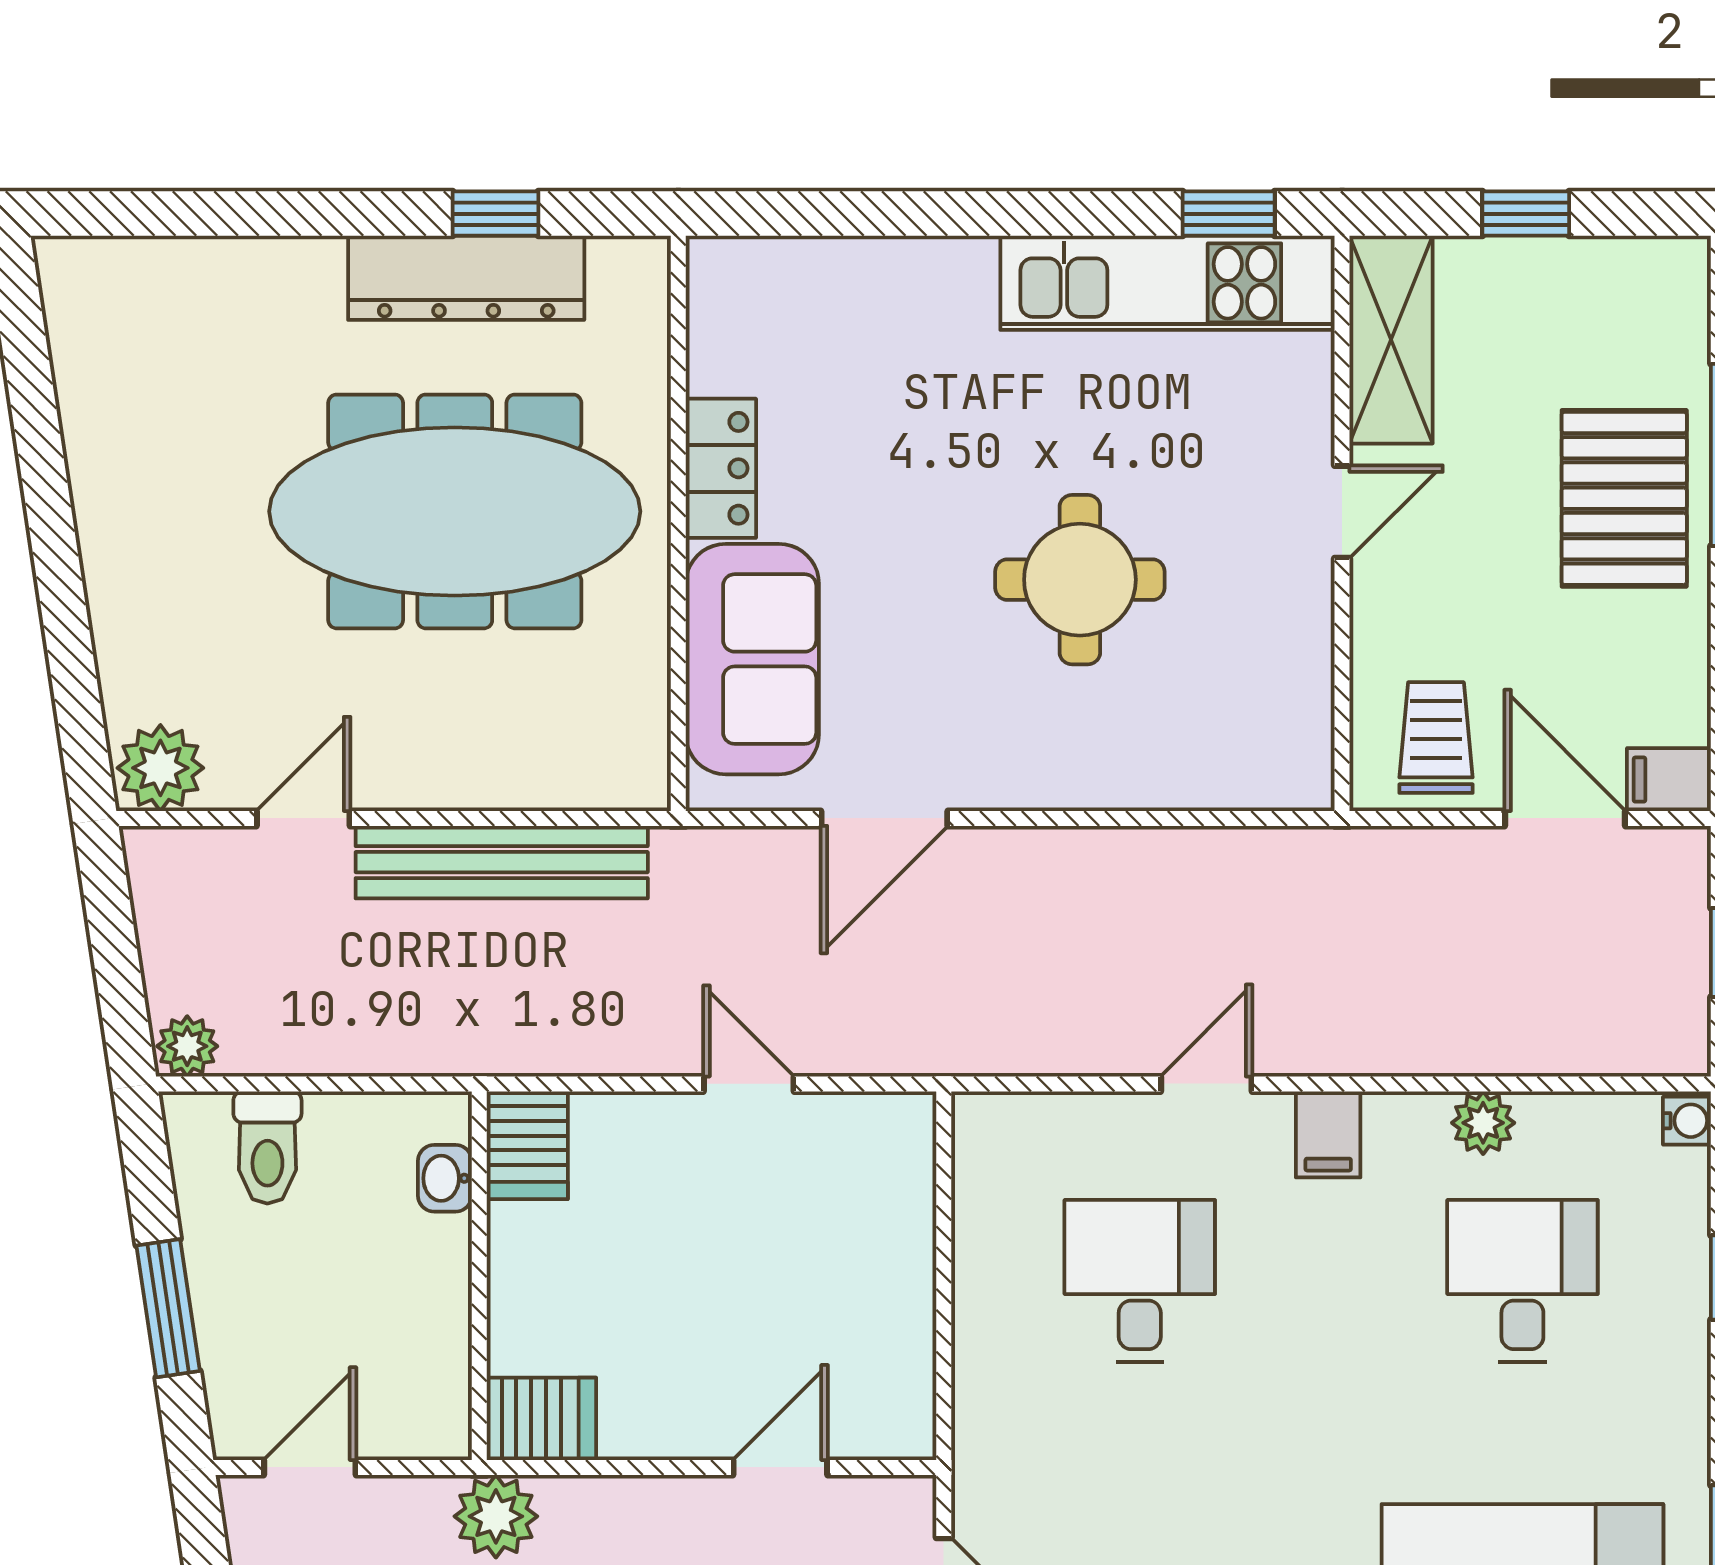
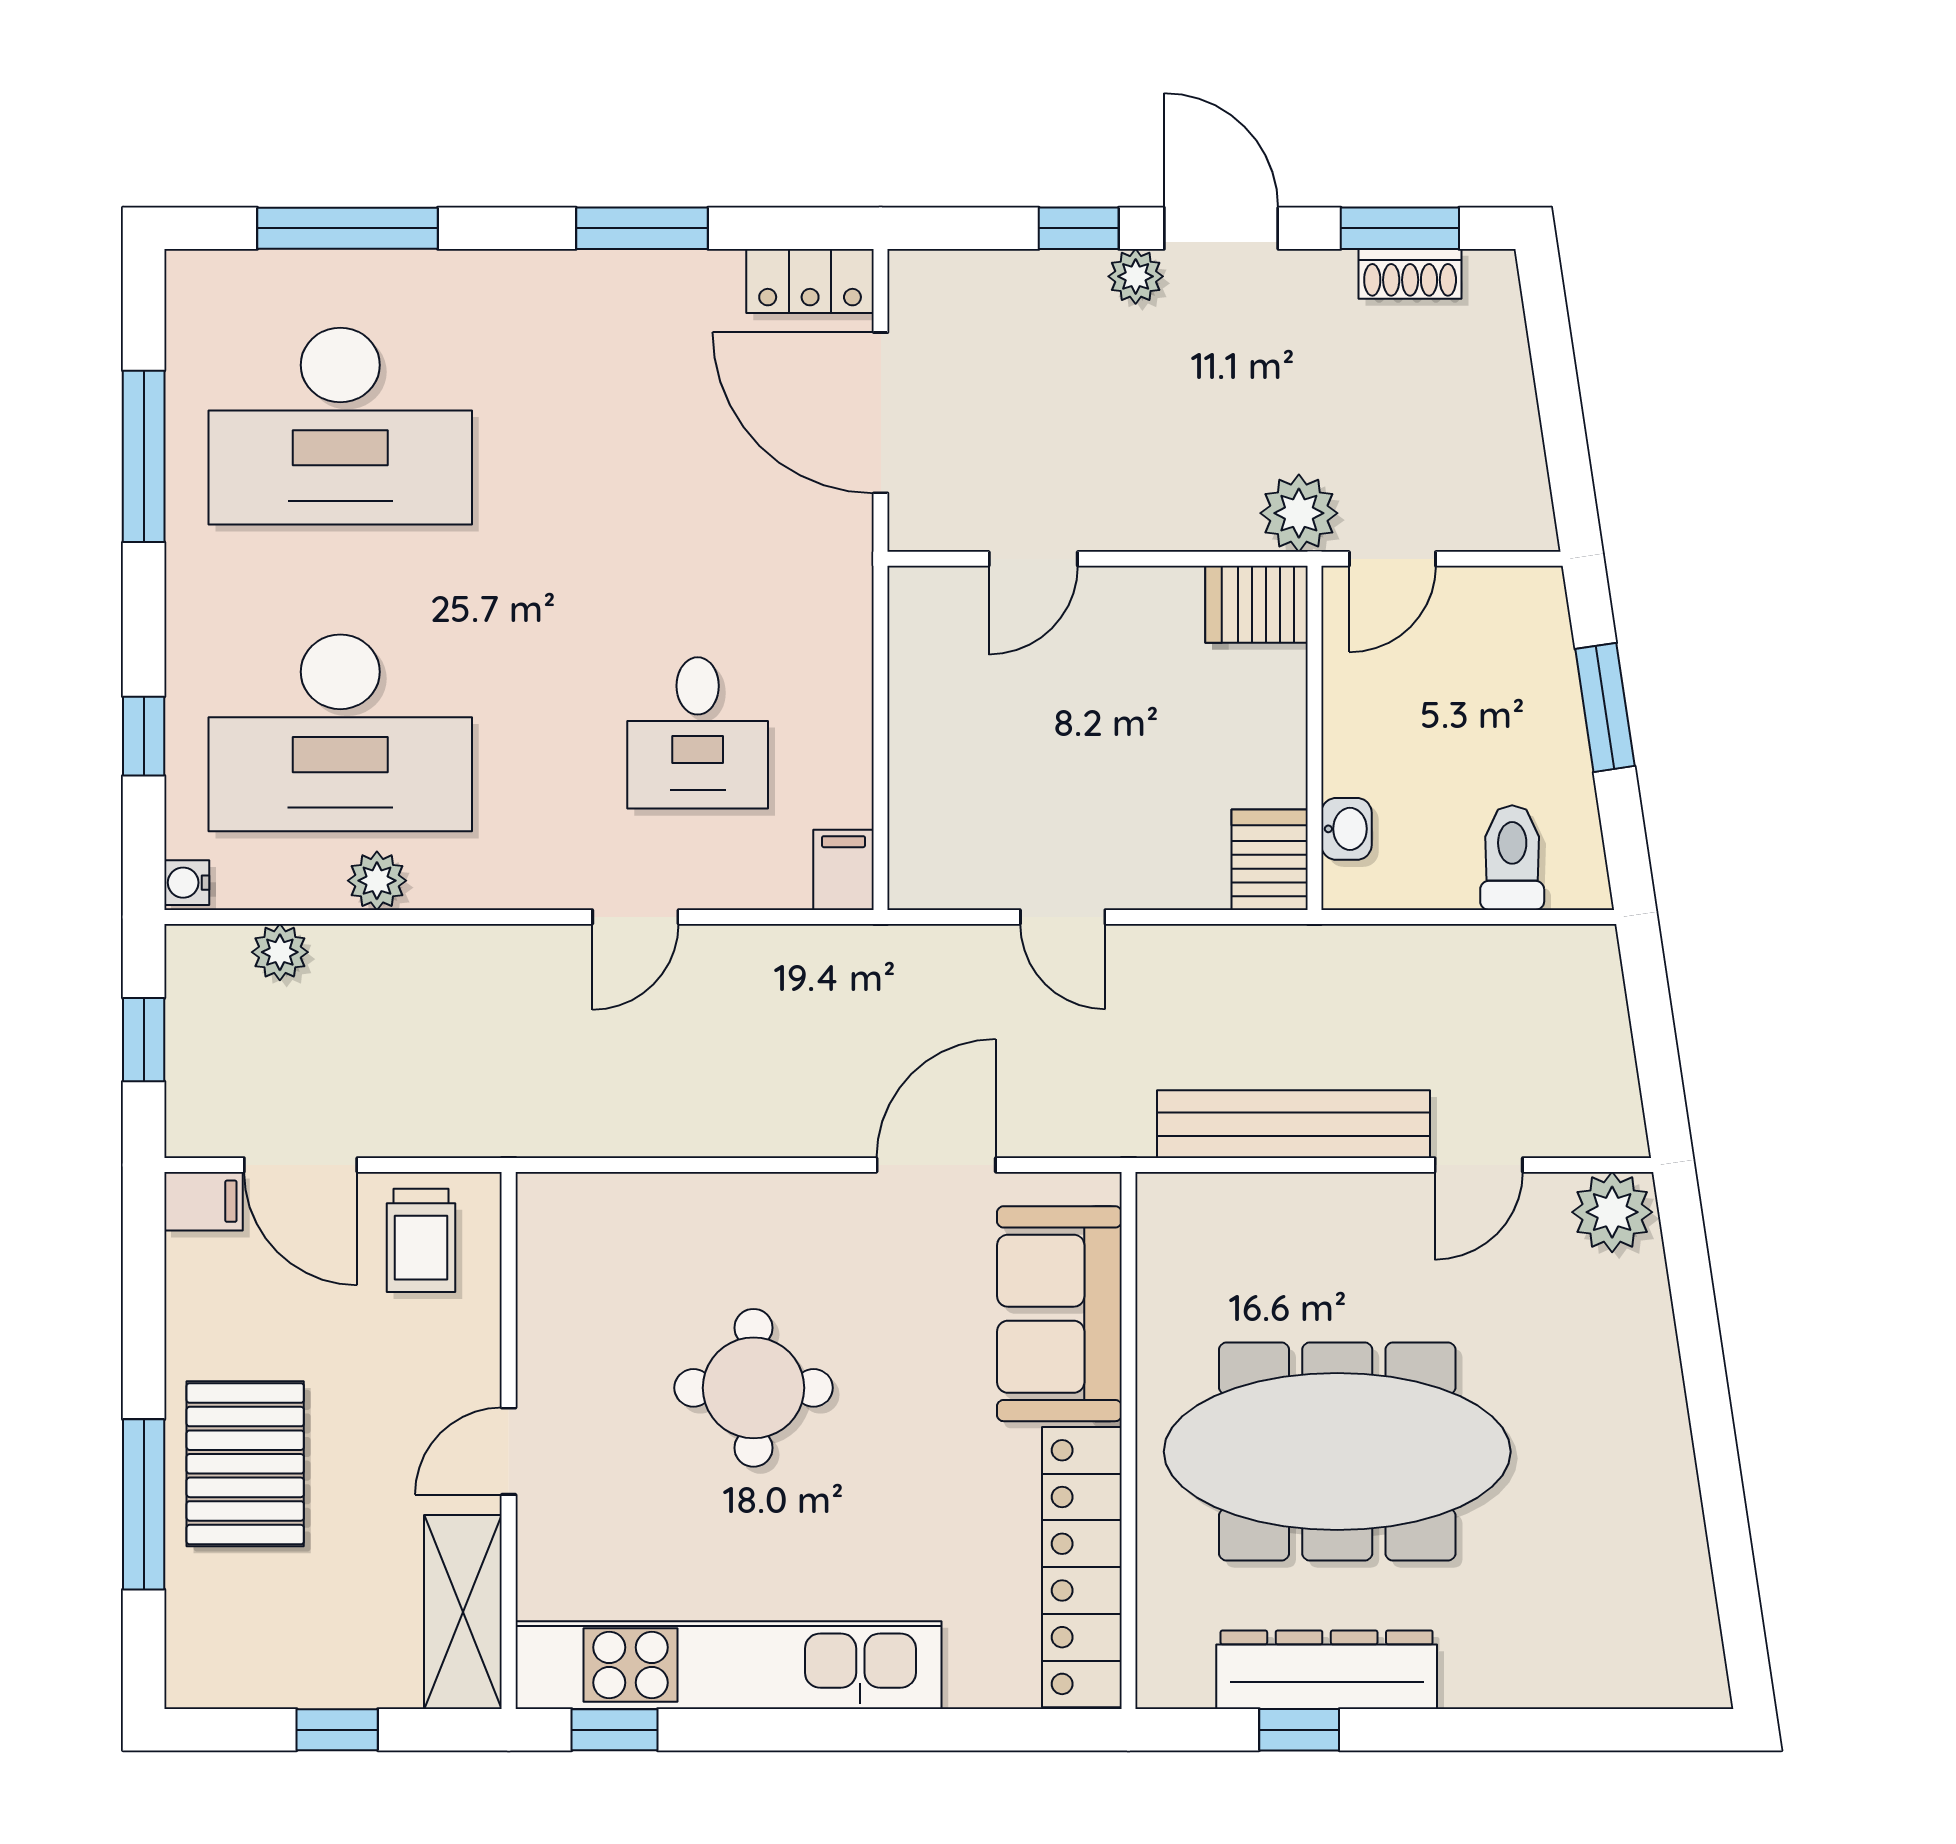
kitchen unit: (1168, 283) -> (728, 1665), width x1.36
locker: (721, 468) -> (1082, 1567), width x2.16, depth x1.21
plant: (187, 1046) -> (280, 952), moved
filing cabinet: (1328, 1134) -> (843, 870), moved
desk: (1522, 1281) -> (340, 733), width x1.87, depth x1.30
door: (310, 1467) -> (1392, 559), moved

